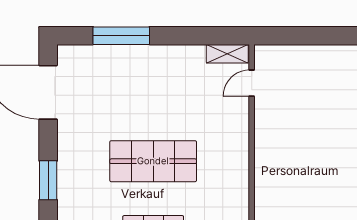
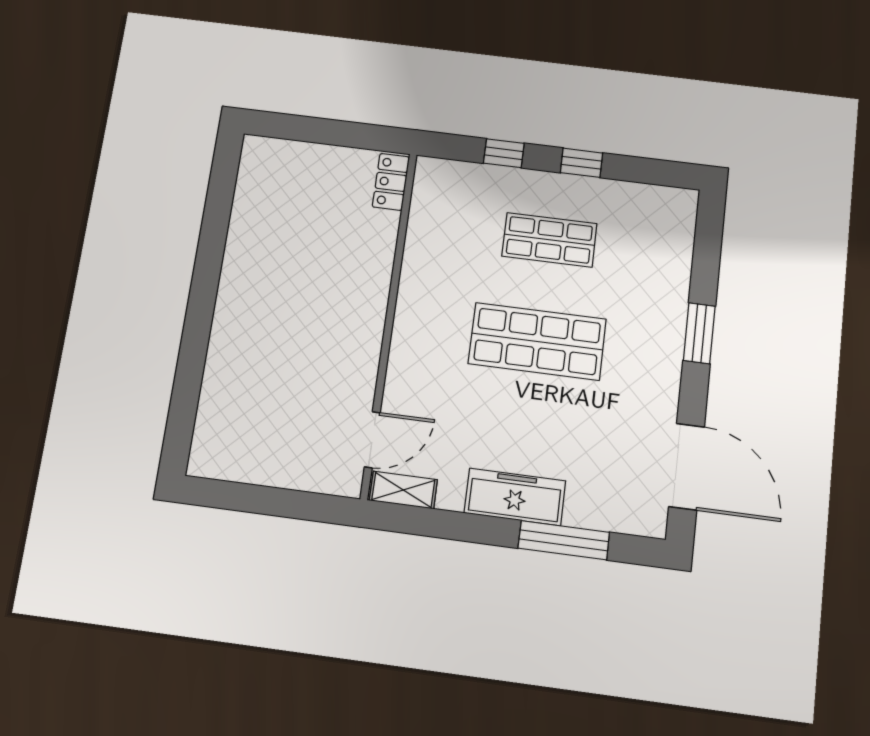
freezer: (155, 59) -> (515, 497), added
door: (252, 83) -> (372, 440), width x1.37

